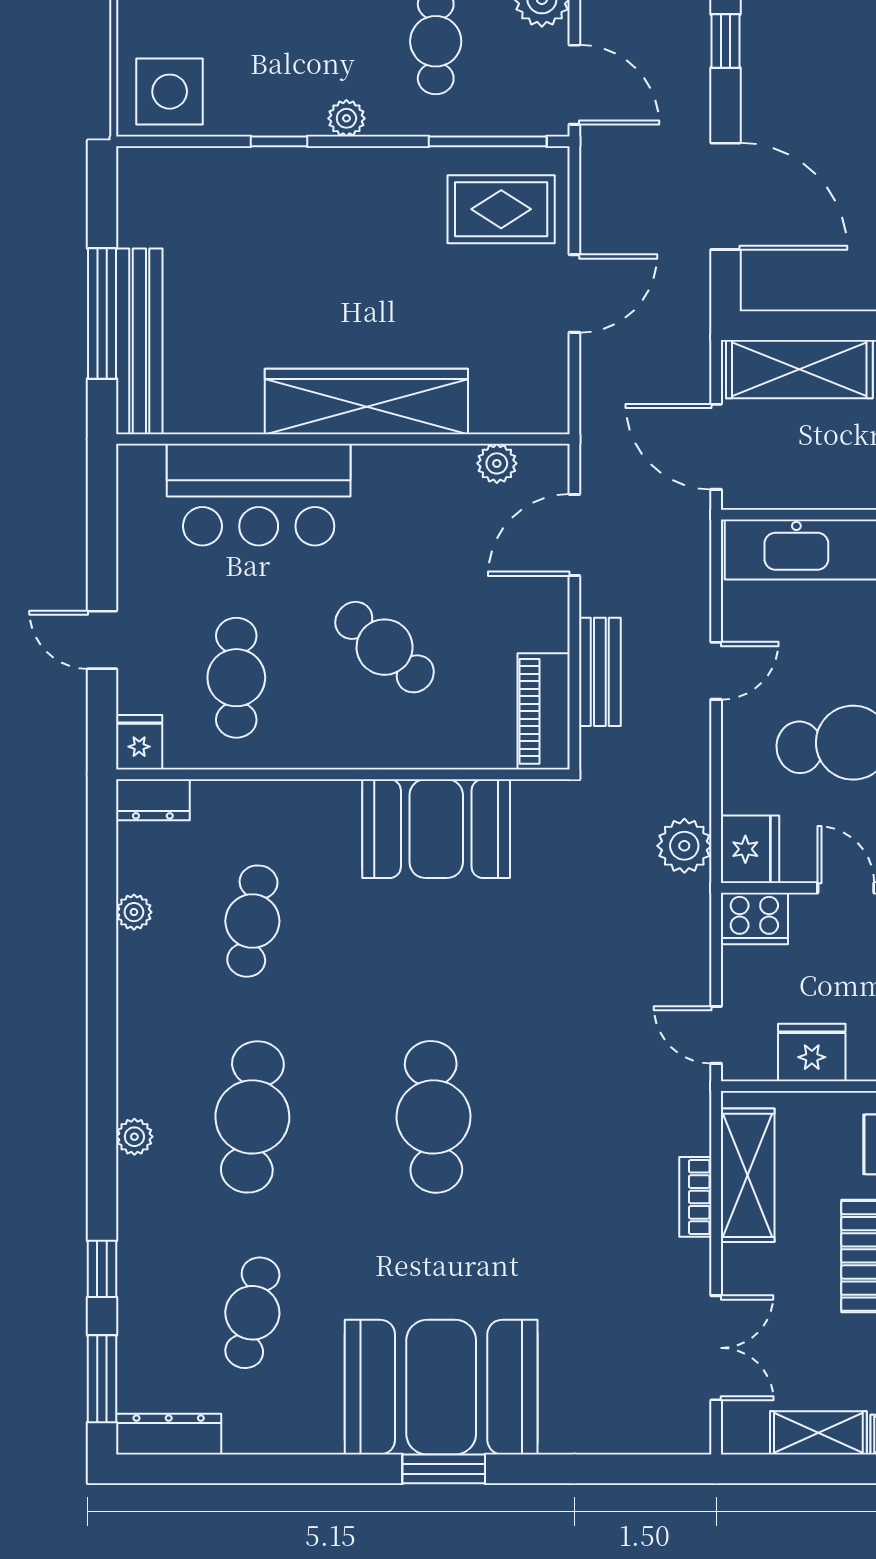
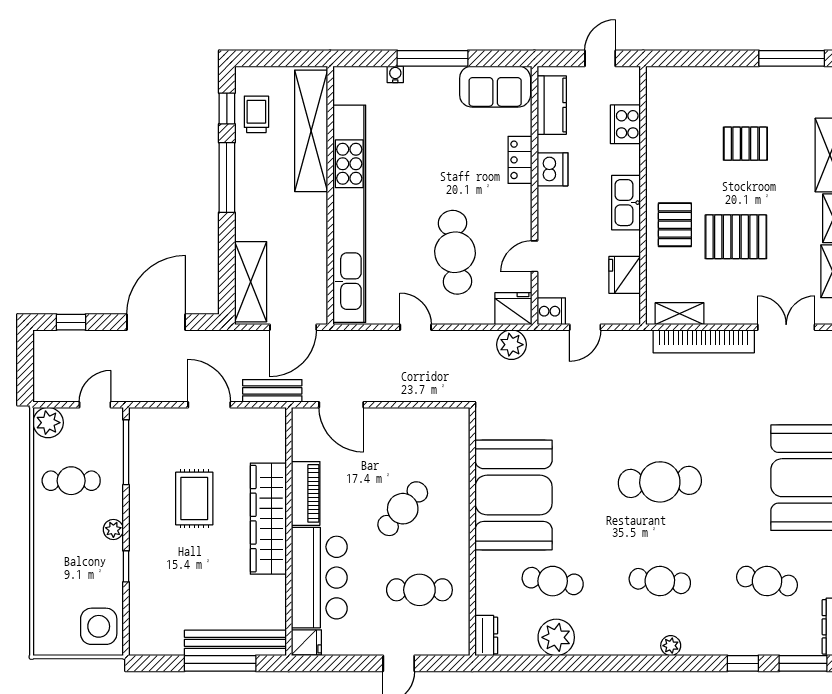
door: (574, 85) -> (95, 405), width x0.73
rug: (501, 209) -> (194, 498), moved
plant: (497, 463) -> (302, 447), removed
bench: (600, 672) -> (272, 391), moved
piano: (544, 711) -> (306, 493), moved, turned -90
fridge: (139, 742) -> (306, 642), moved, turned 180
booth: (436, 829) -> (514, 495), width x1.36, depth x1.42
plant: (134, 912) -> (556, 637), width x1.88, depth x1.88
cooker: (754, 918) -> (551, 311), width x0.73
door: (716, 1035) -> (585, 327), moved
cafe table: (252, 1117) -> (660, 581), width x0.73, depth x0.74
shelving: (748, 1175) -> (680, 314), width x0.67, depth x0.75
bookcase: (695, 1197) -> (704, 341), width x2.31, depth x1.31

